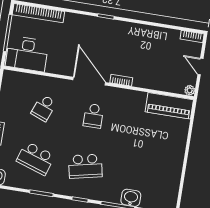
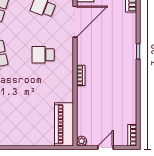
door: (89, 81) -> (75, 22), moved

